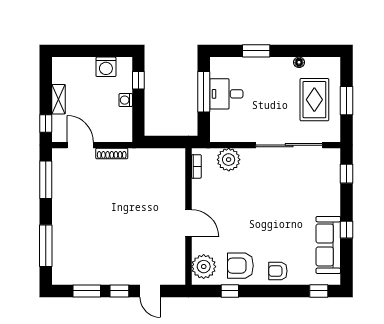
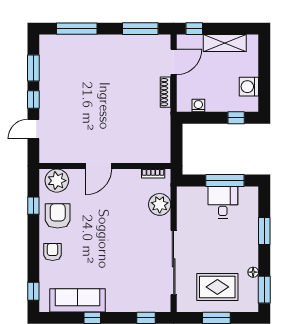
window: (317, 51) -> (264, 290), added
shelving: (58, 99) -> (225, 43), width x1.50, depth x1.33
washing machine: (126, 100) -> (198, 106), moved

